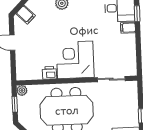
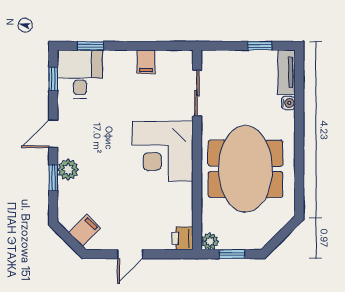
filing cabinet: (128, 28) -> (146, 62), moved
printer: (49, 73) -> (182, 238), moved

